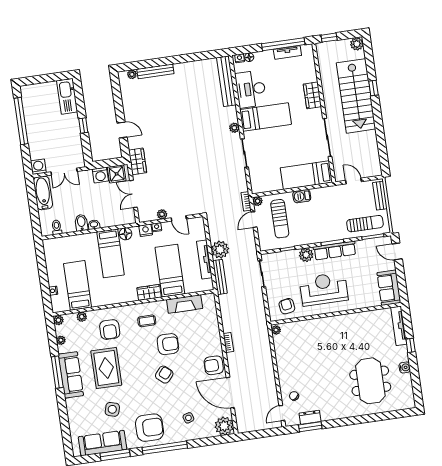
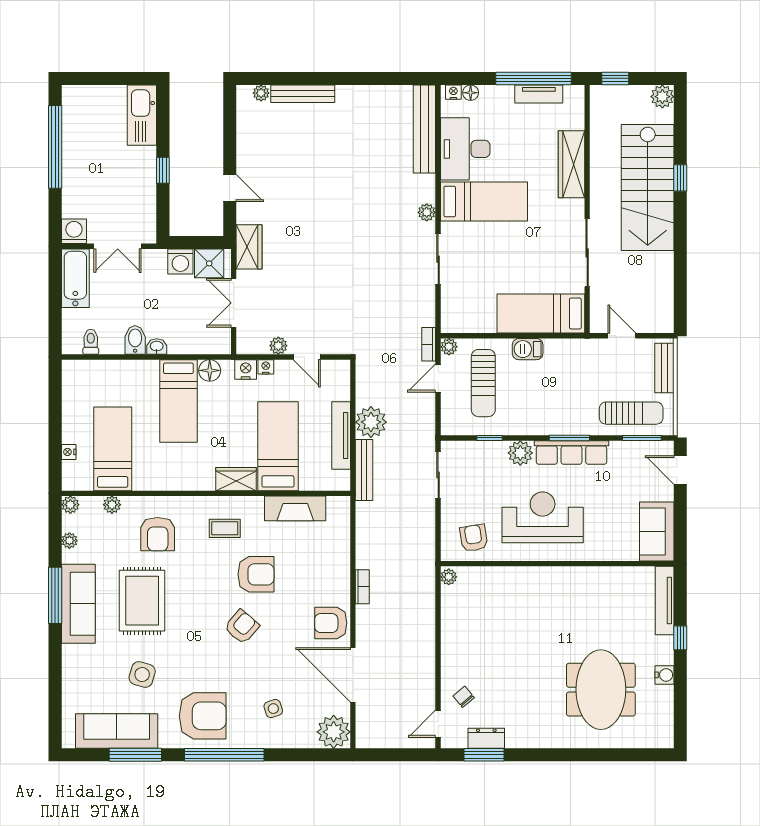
wardrobe: (312, 95) -> (571, 164), width x1.50

